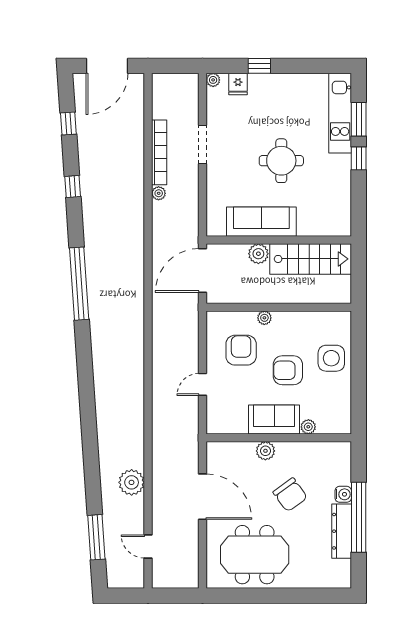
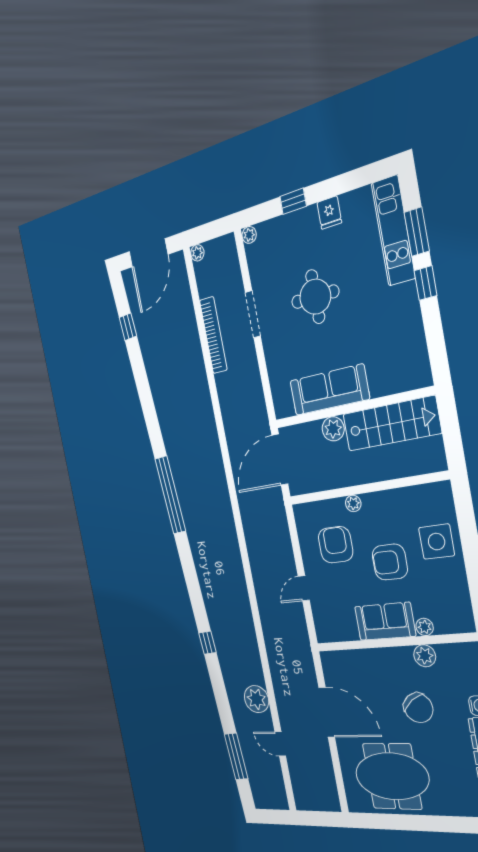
fridge: (238, 84) -> (329, 213), moved
round table: (281, 161) -> (315, 297), moved
window: (73, 186) -> (207, 643), moved
plant: (159, 193) -> (197, 253), moved
plant: (265, 451) -> (425, 656), moved
door: (148, 547) -> (280, 744), moved

